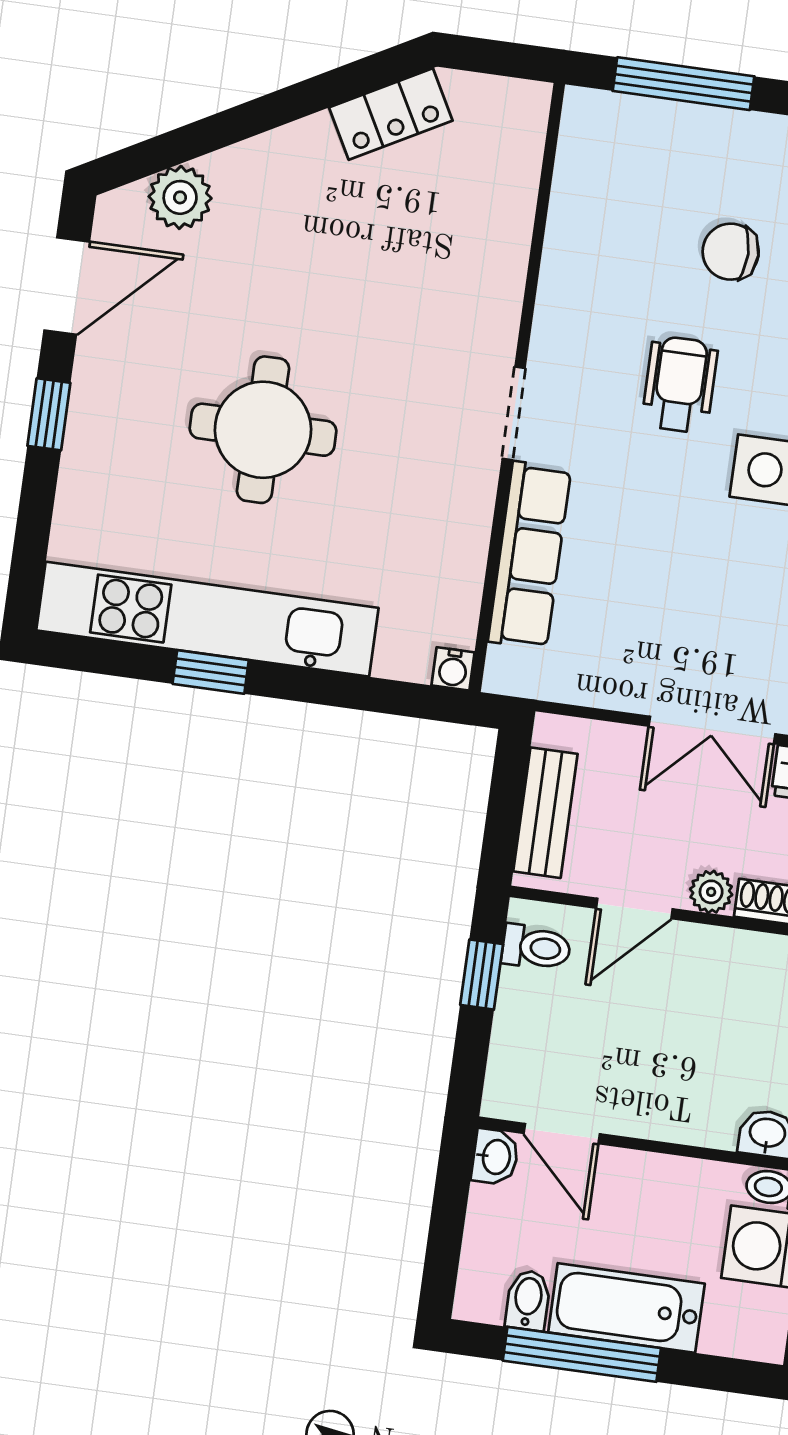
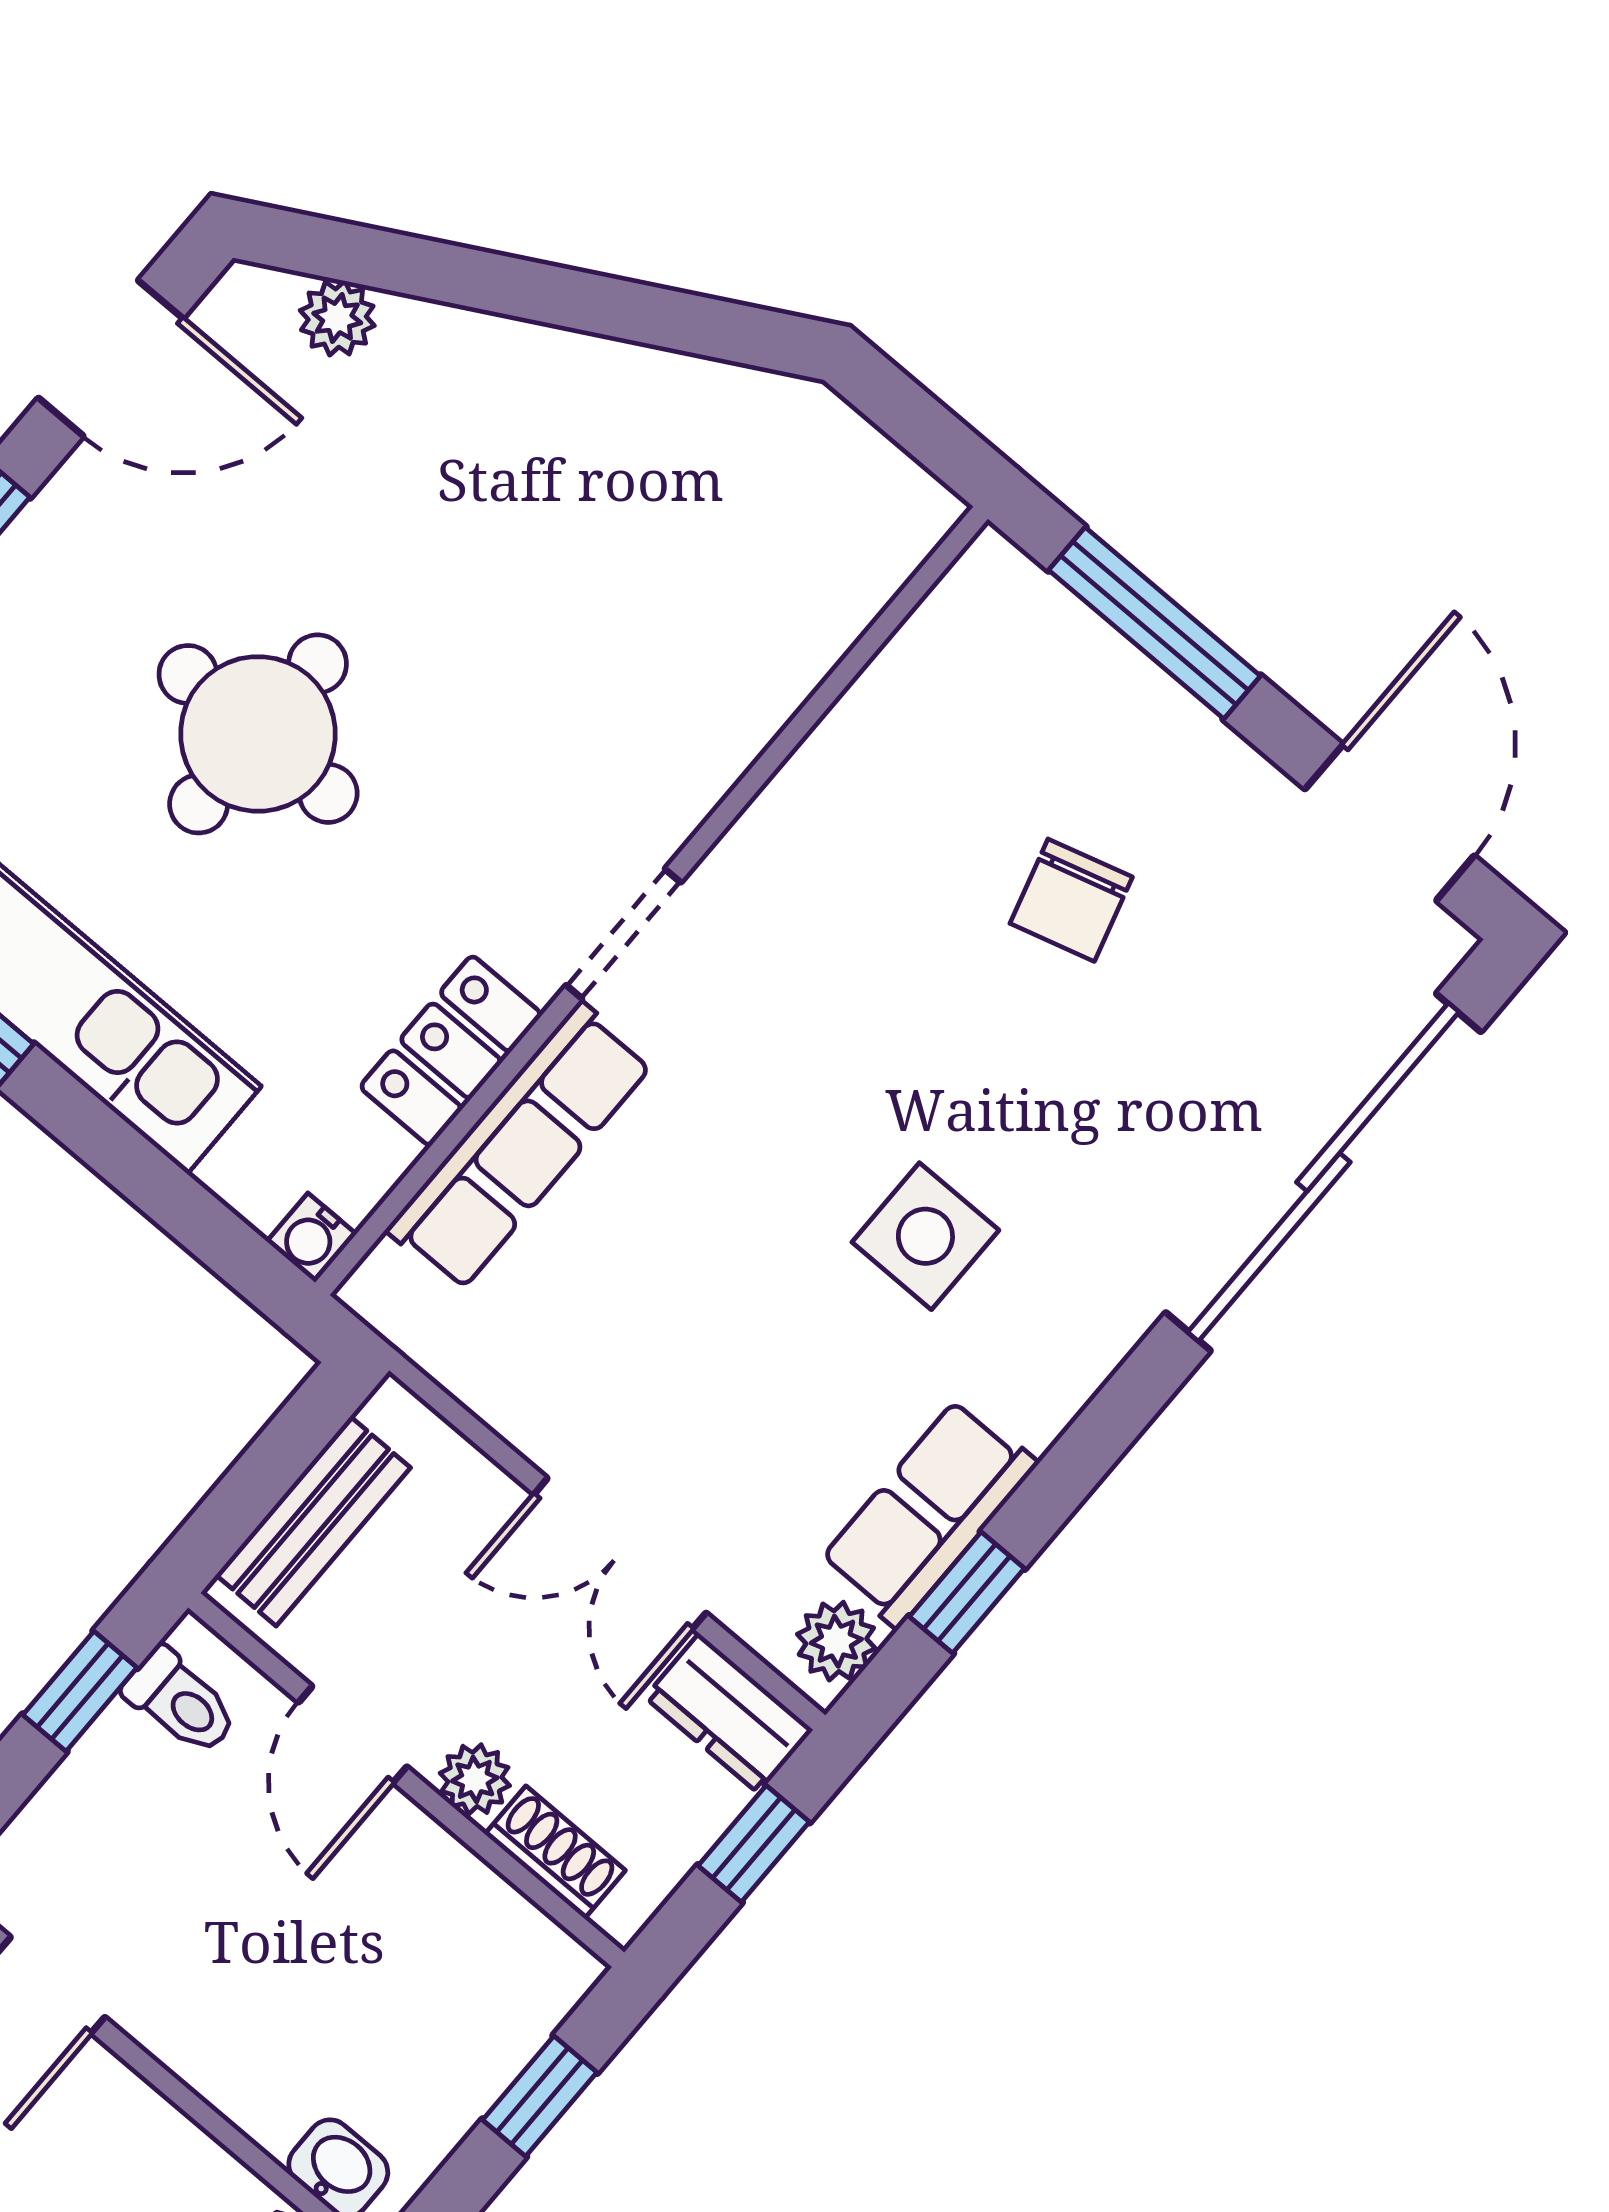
locker: (391, 114) -> (451, 1051), moved, turned 119
plant: (180, 197) -> (337, 318), width x0.73, depth x0.73
chair: (731, 252) -> (1071, 900), turned -106
wheelchair: (680, 384) -> (882, 1041), removed
door: (634, 909) -> (353, 1734), hinge flipped

